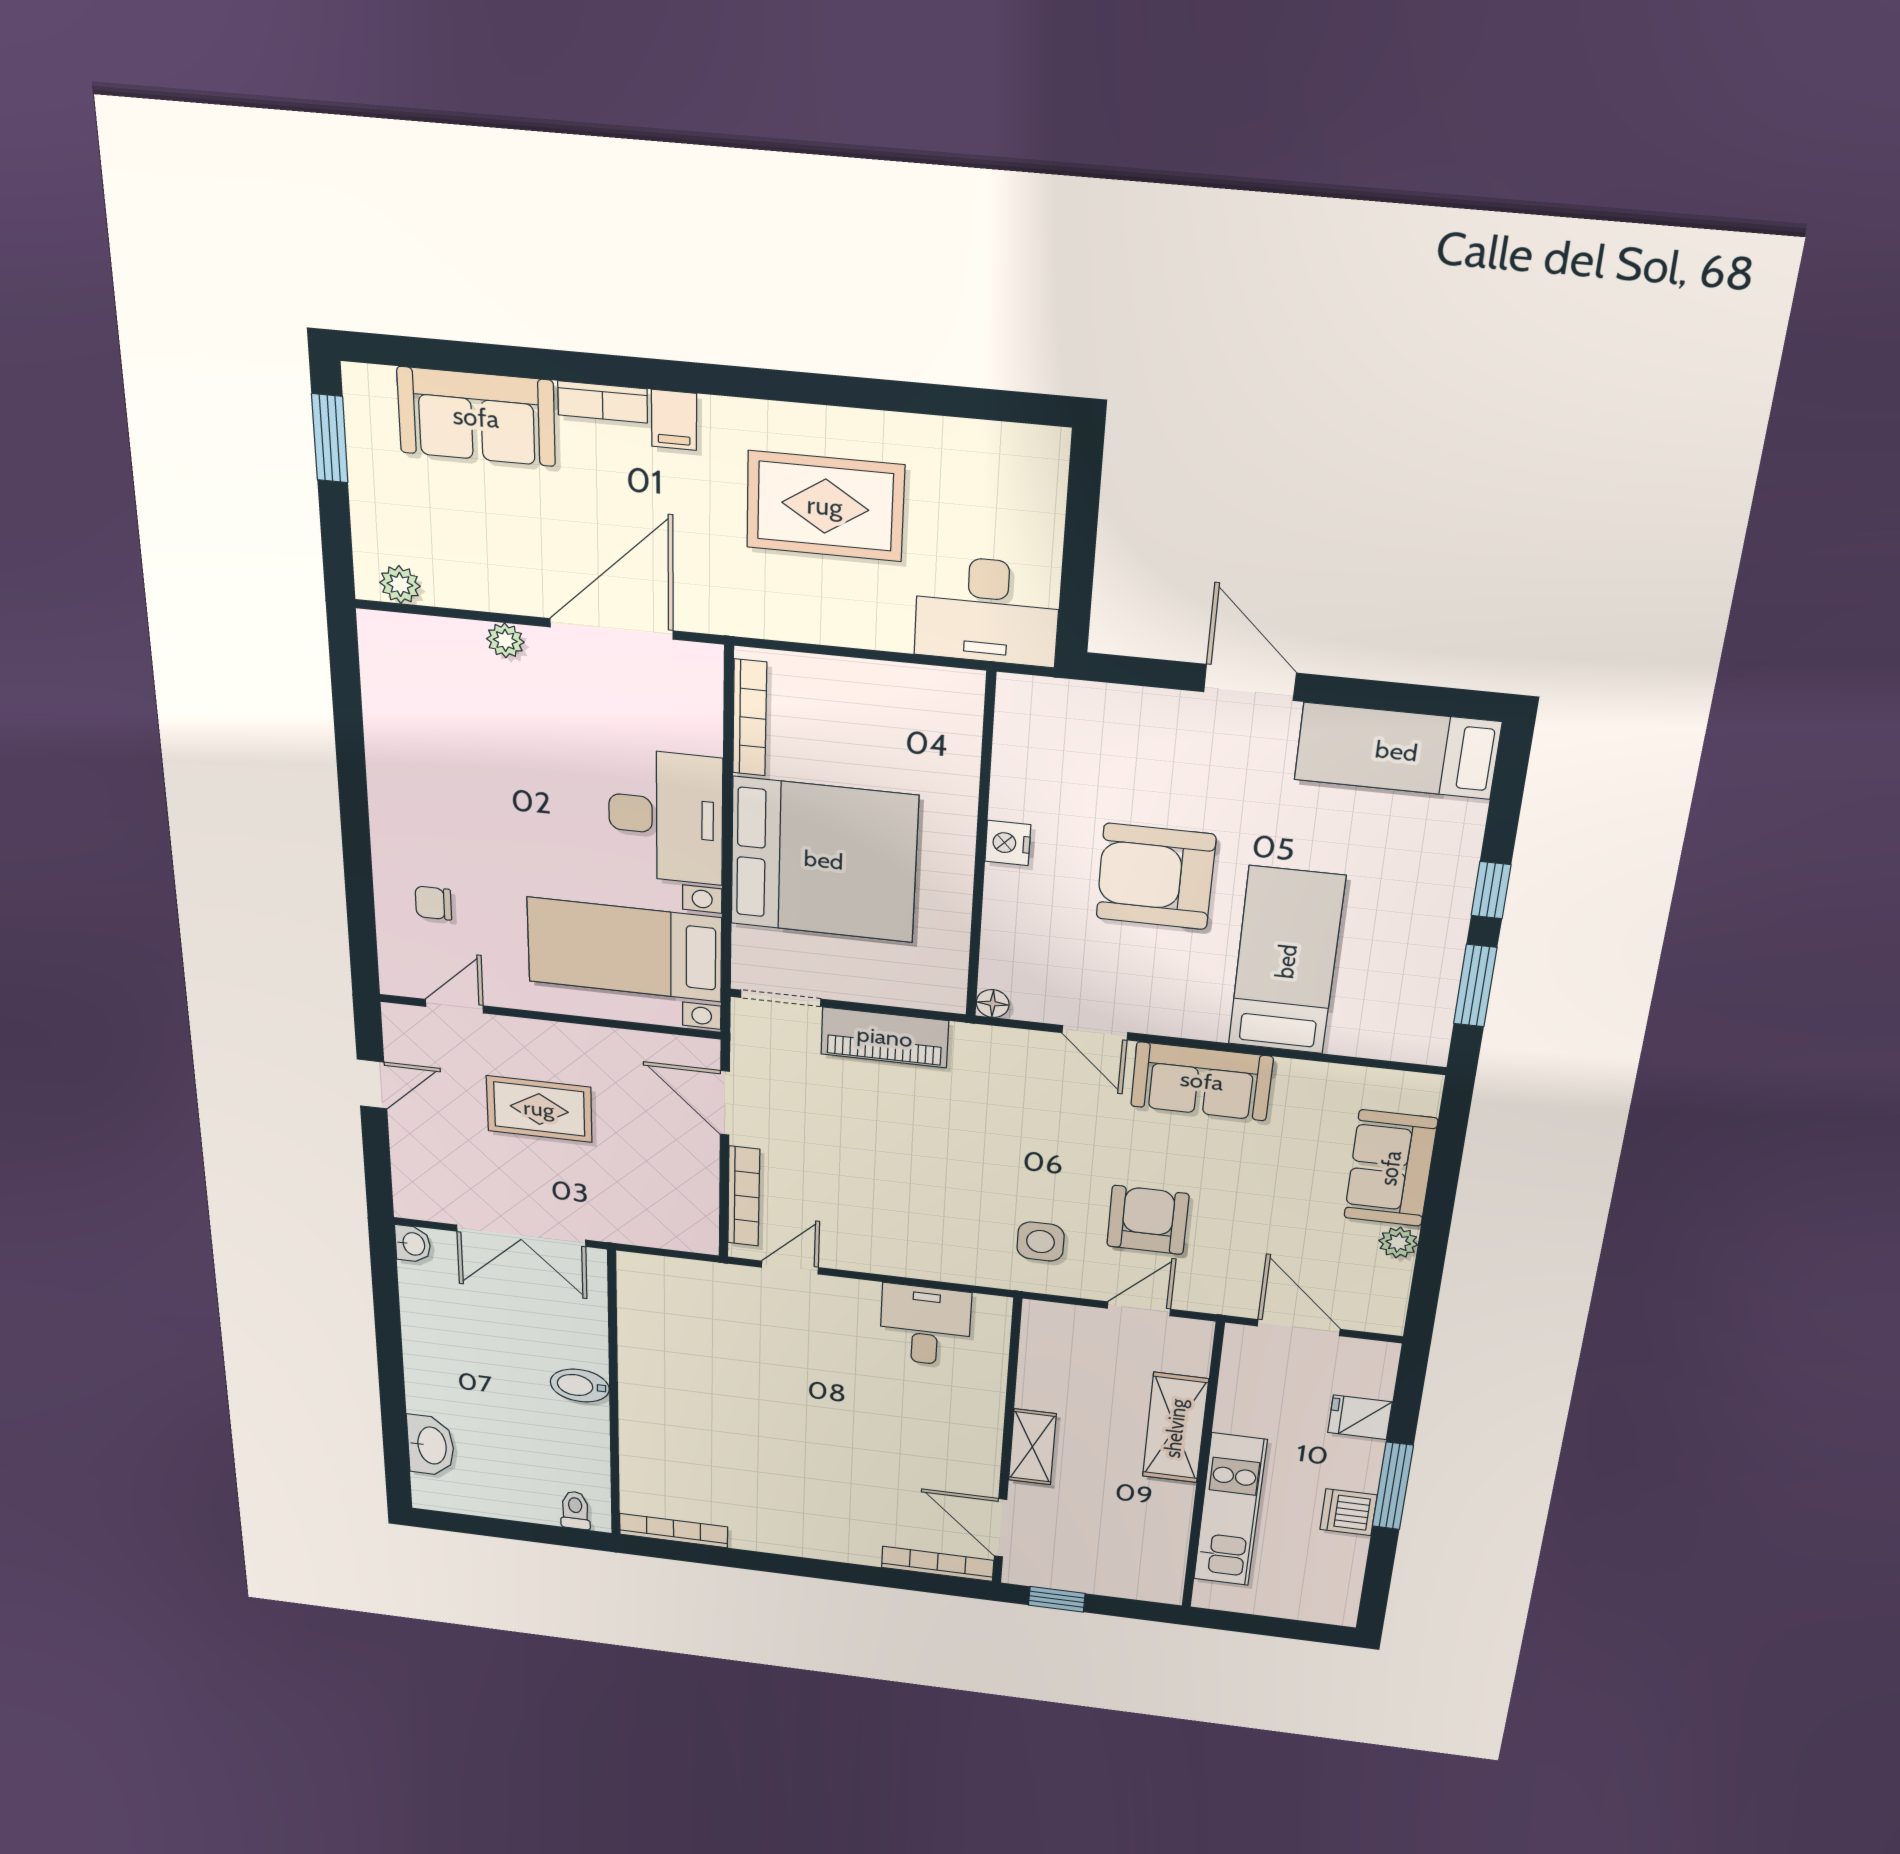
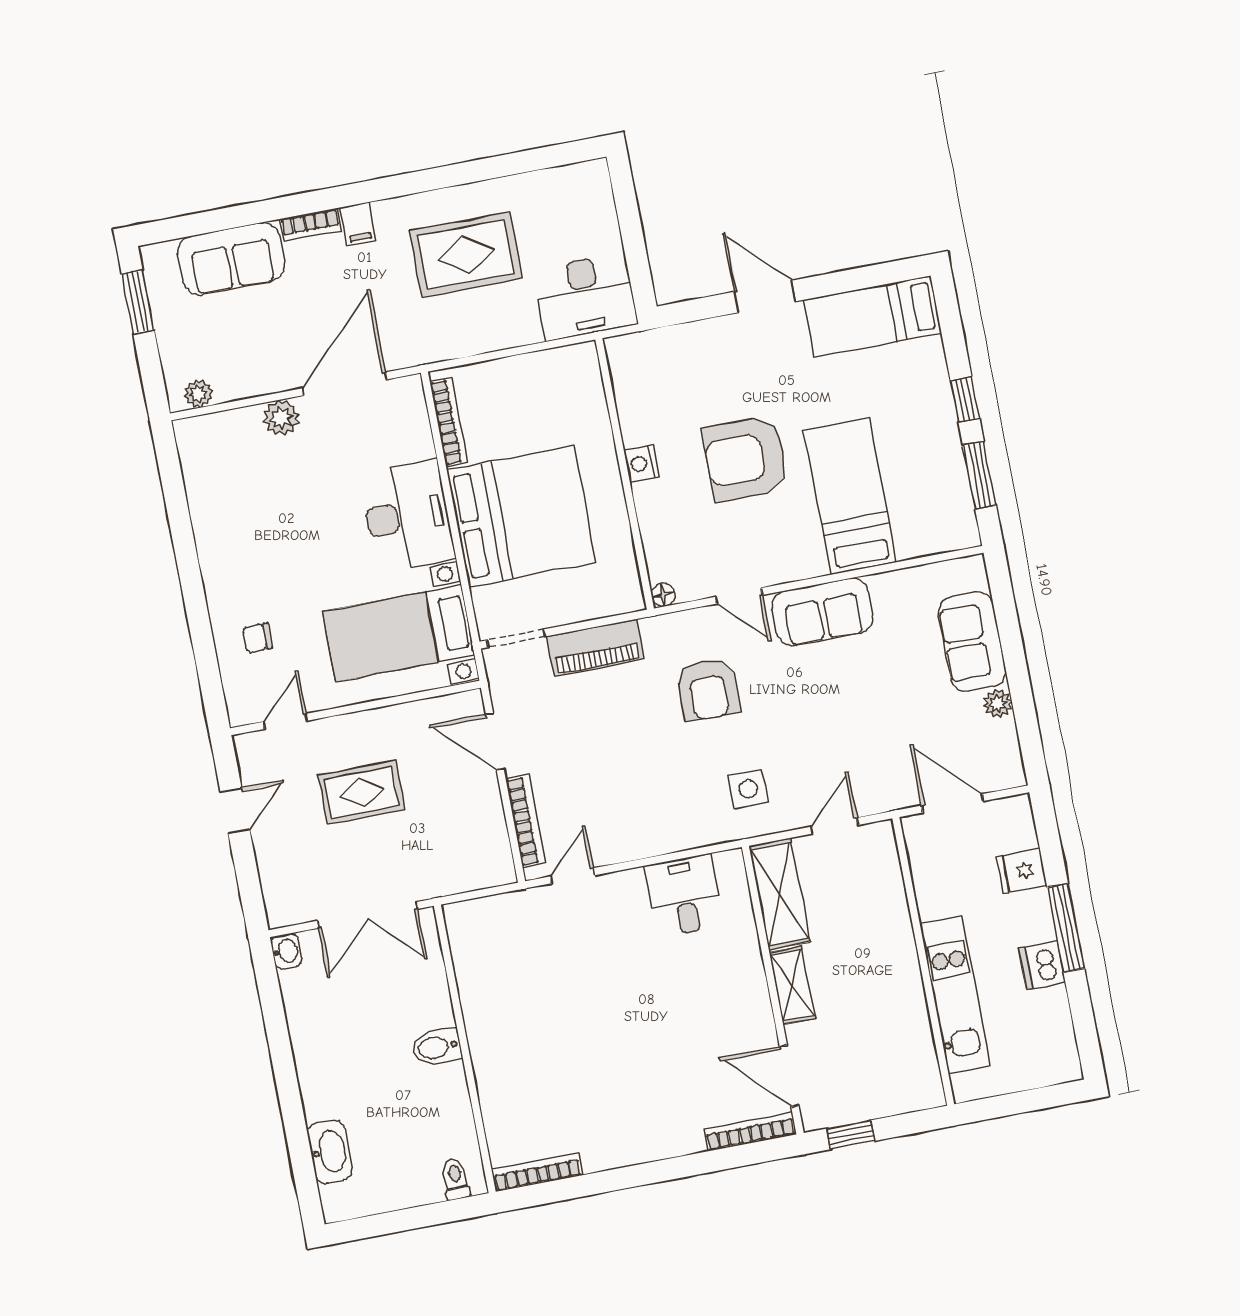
plant: (505, 640) -> (281, 418), width x1.38, depth x1.38
armchair: (1148, 1220) -> (708, 689), moved, turned 180
shelving: (1175, 1428) -> (779, 894), moved

